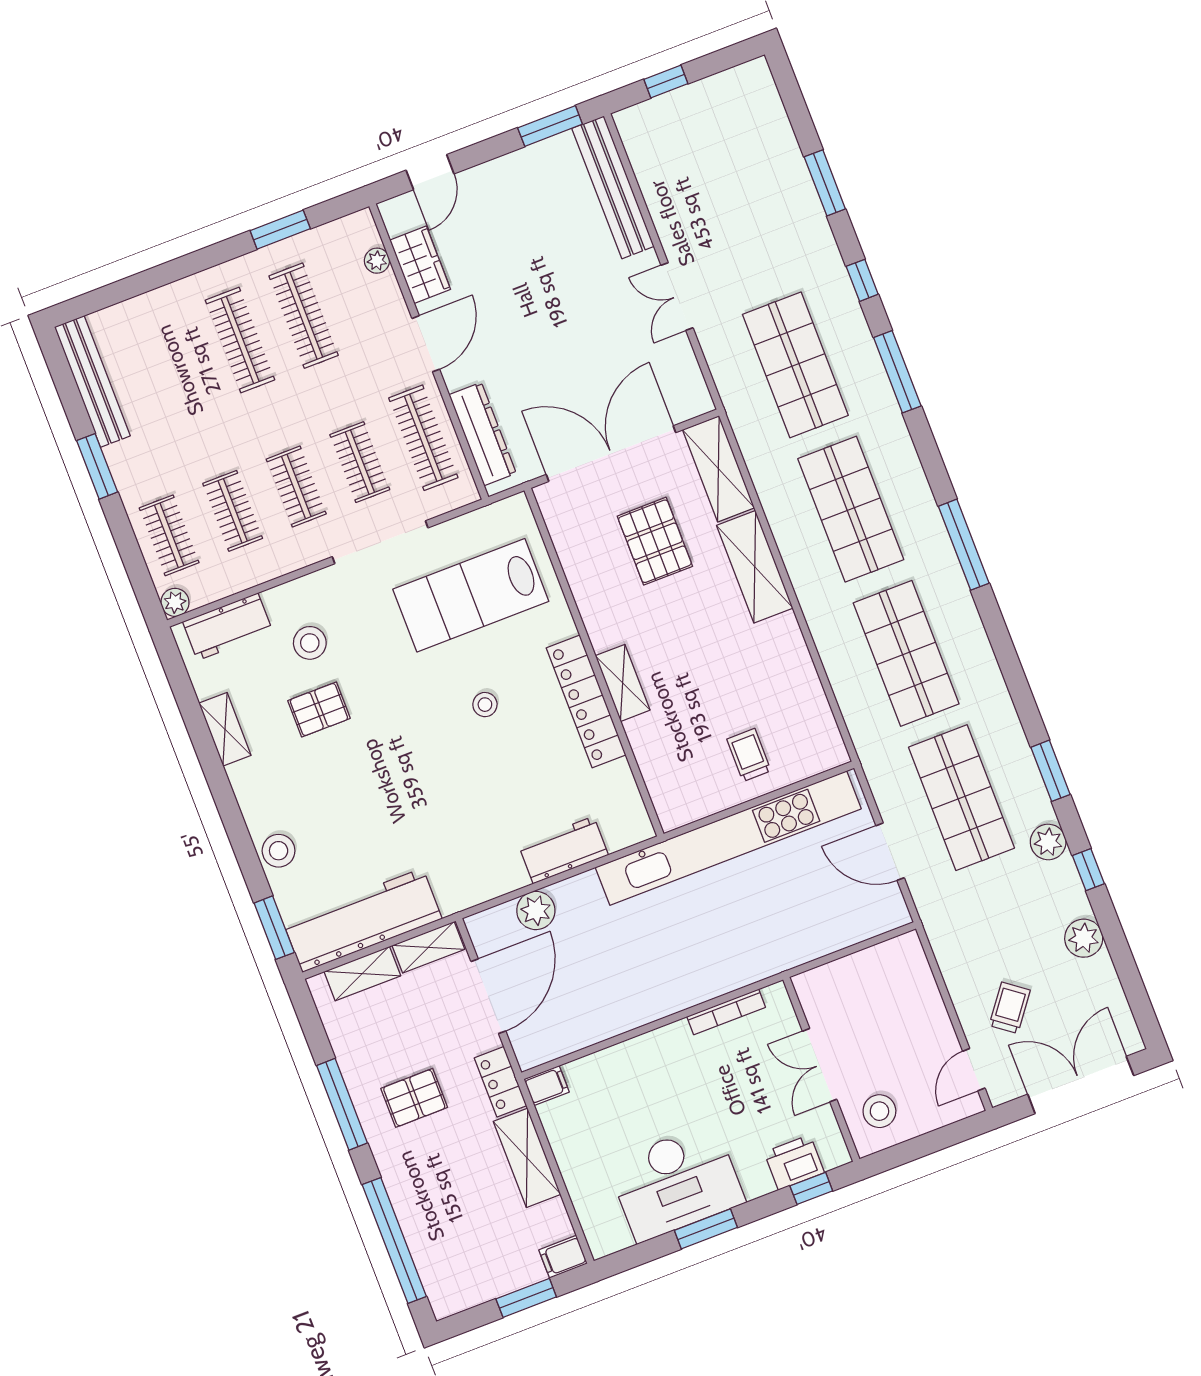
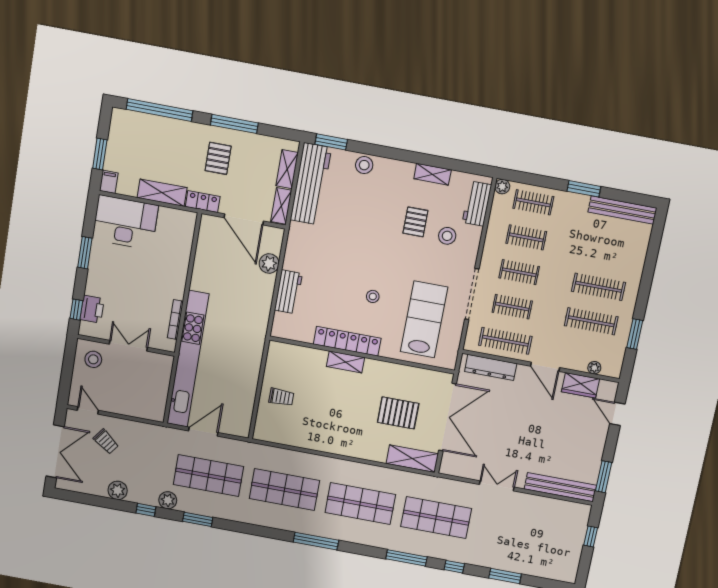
shelving: (755, 567) -> (361, 449), removed
kitchen unit: (728, 838) -> (188, 359), moved, turned 180
filing cabinet: (547, 1086) -> (189, 221), removed
desk: (676, 1182) -> (125, 222), moved, turned 90

